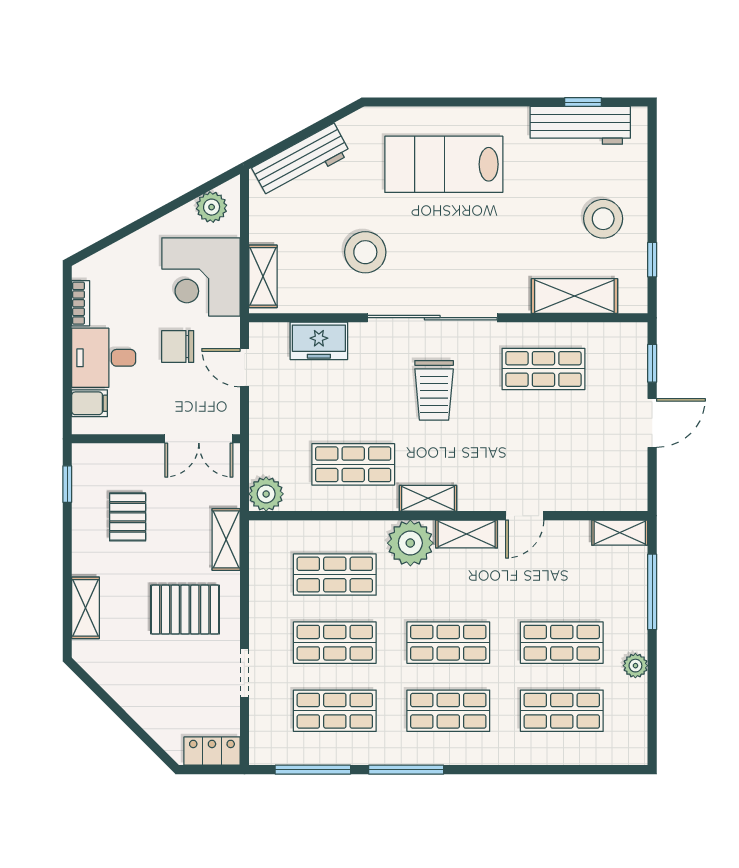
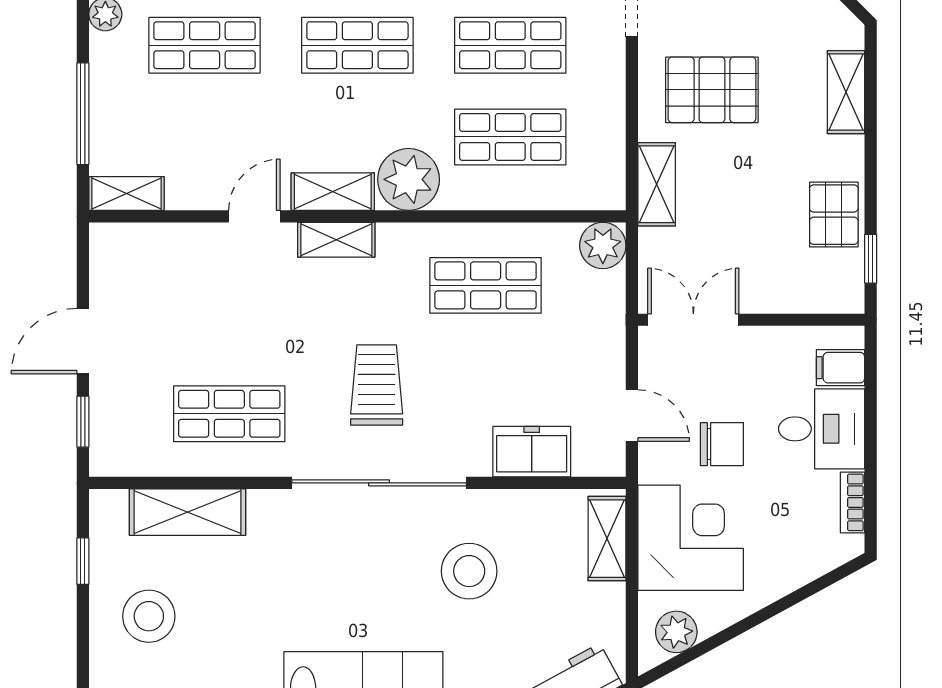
shelving: (428, 498) -> (336, 240), moved
pallet: (128, 517) -> (834, 215), moved

